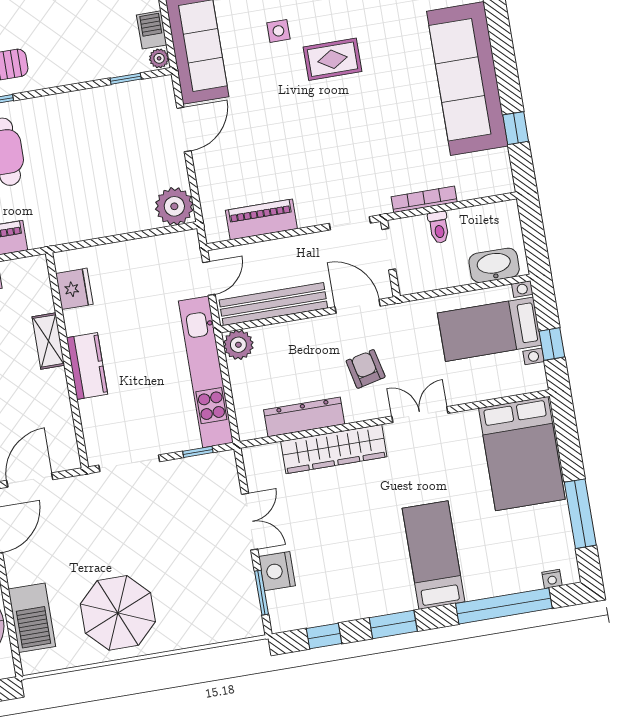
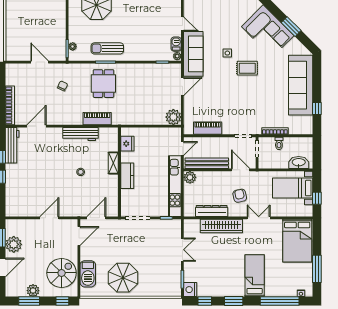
nightstand: (277, 571) -> (190, 290), moved

